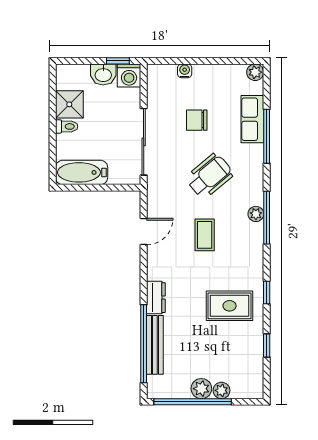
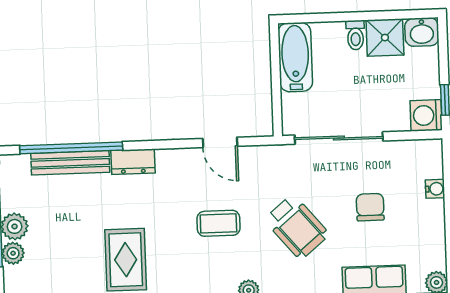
washbasin: (103, 74) -> (422, 32), moved, turned -90

